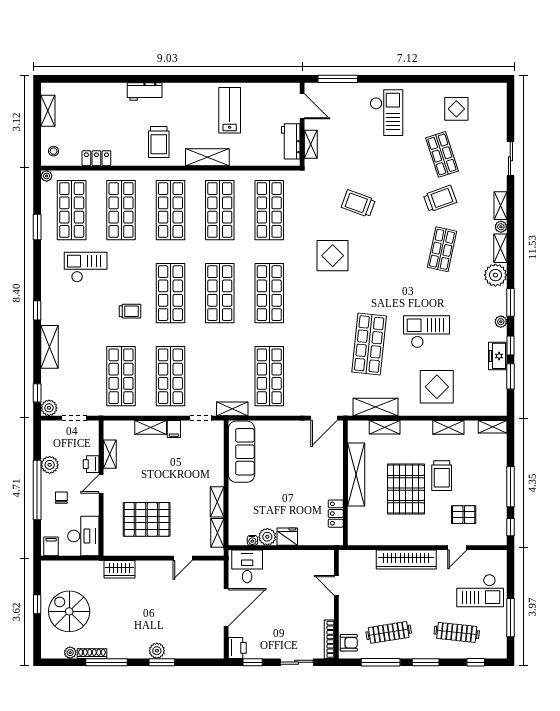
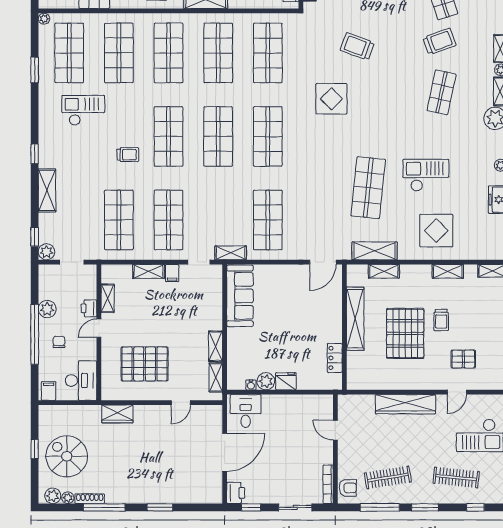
trolley: (442, 476) -> (441, 320), width x0.73, depth x0.72
plant: (157, 651) -> (53, 496), moved

